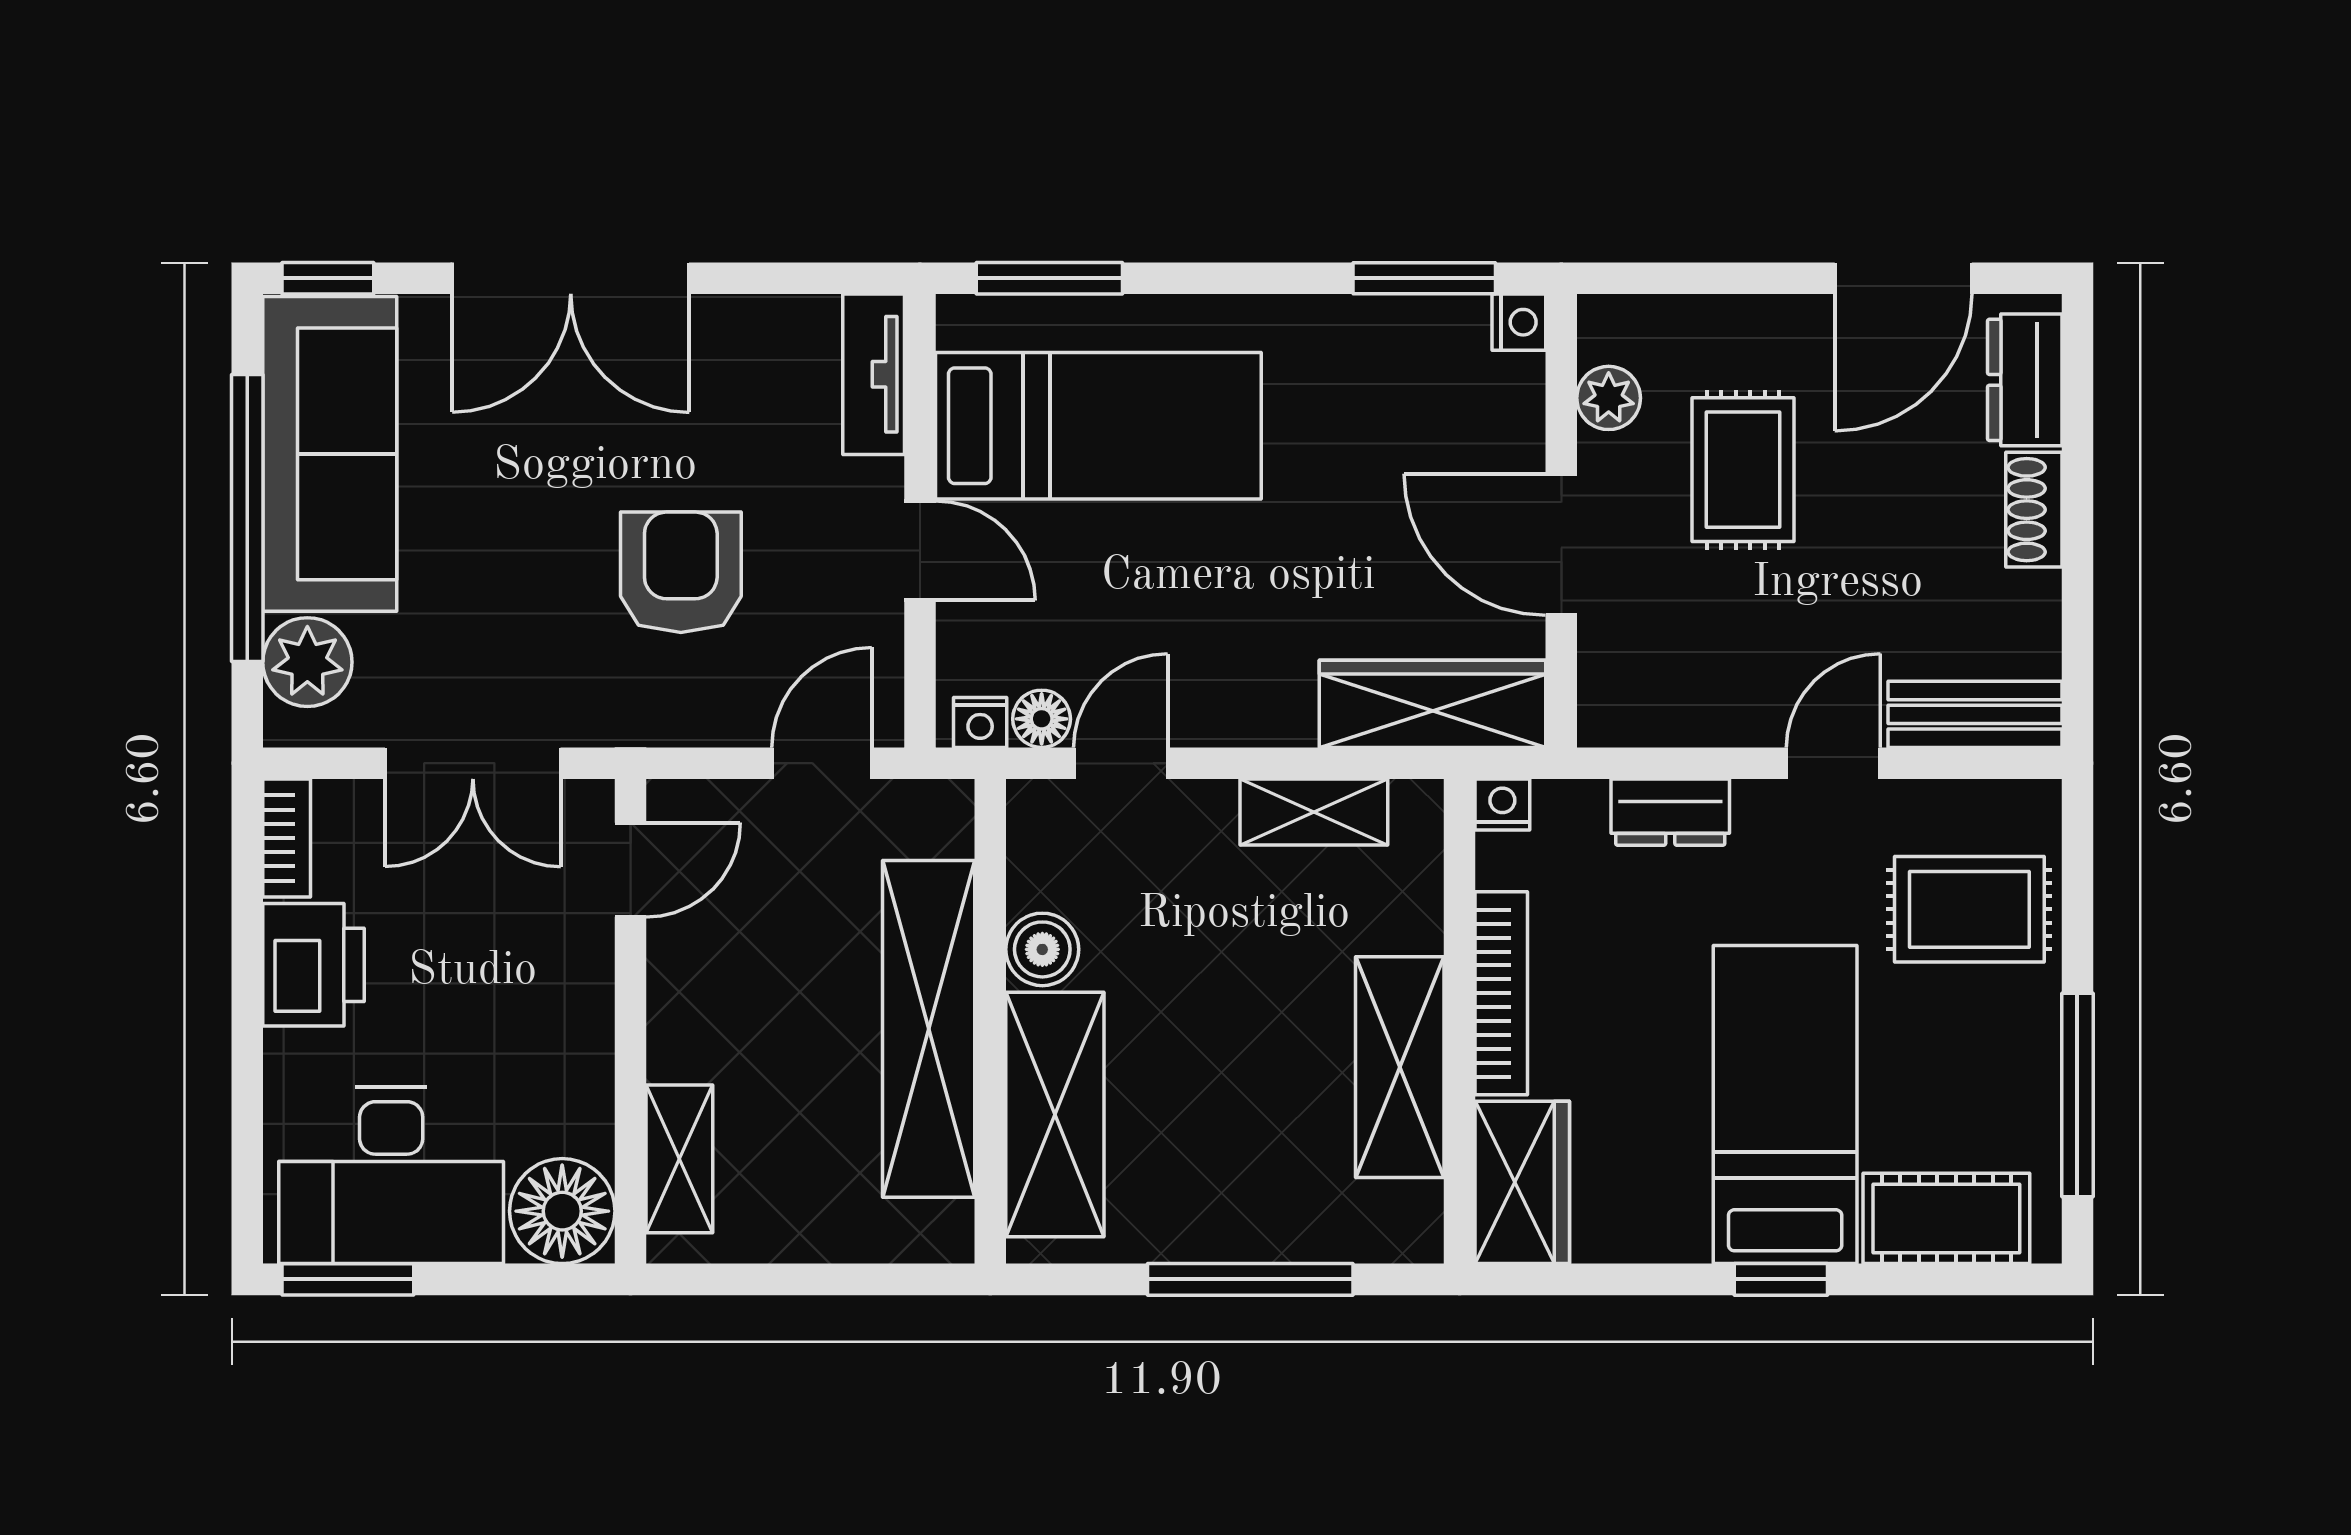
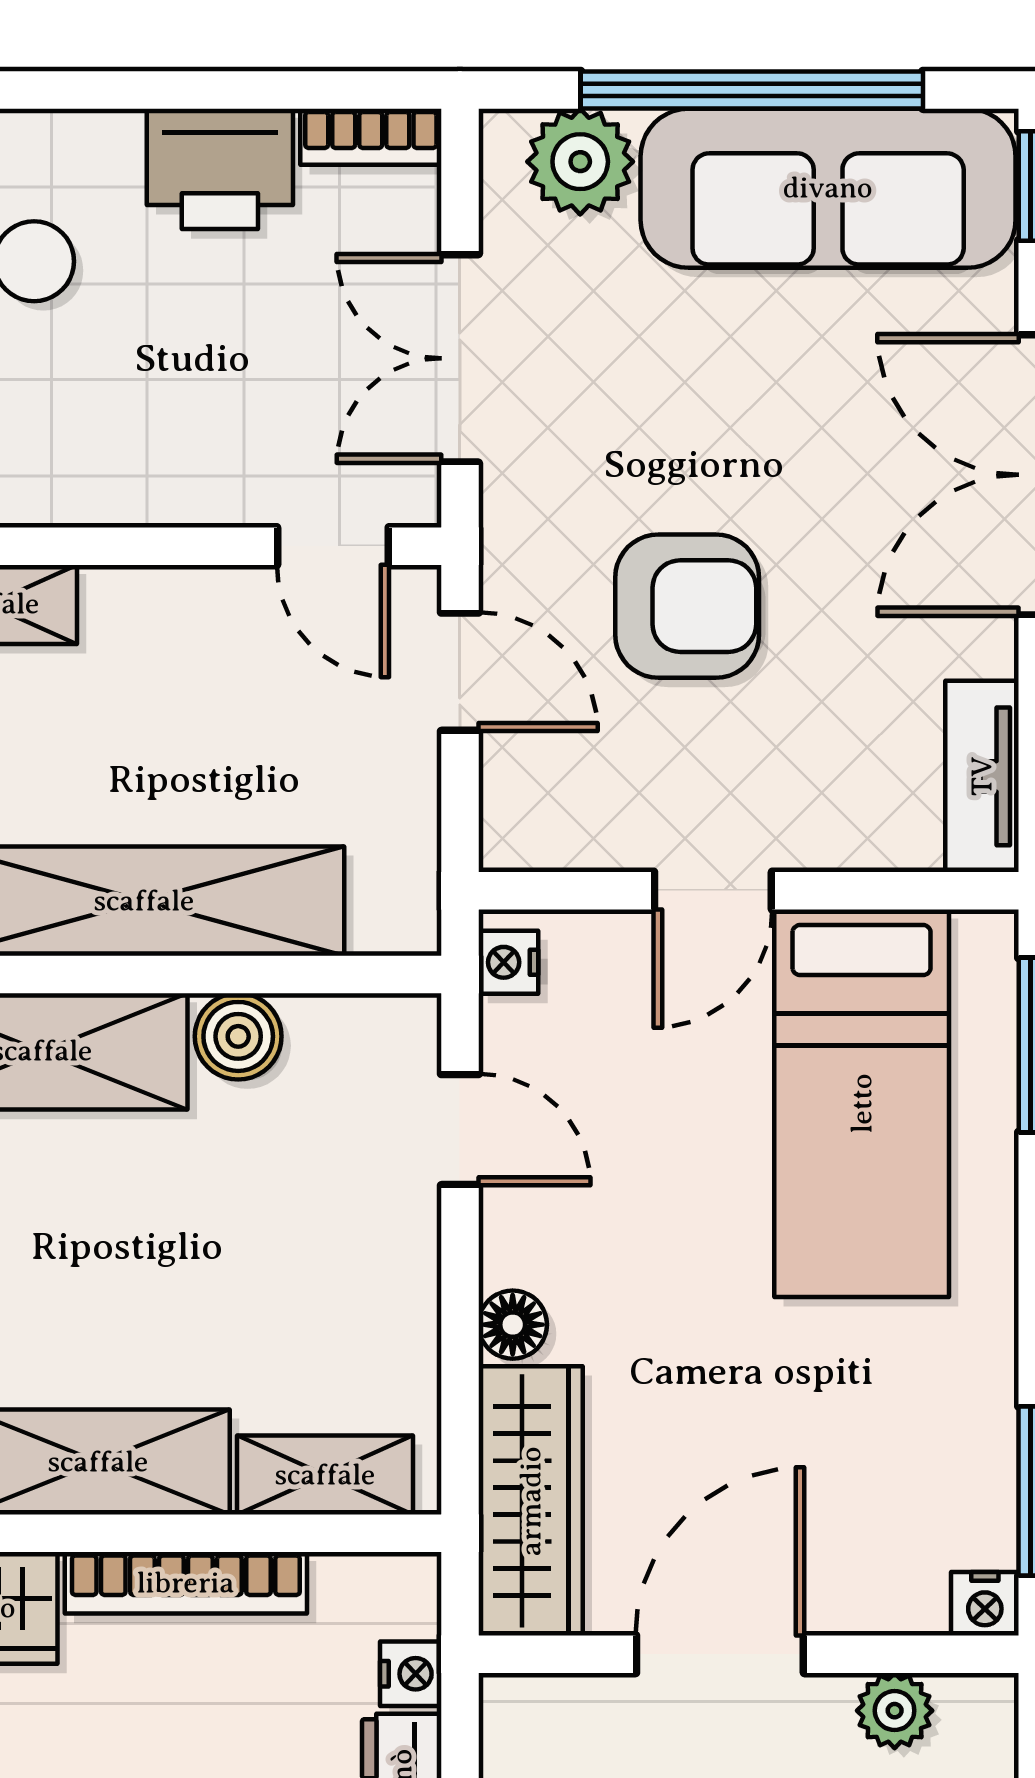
tv unit: (874, 374) -> (982, 776), moved, turned -90
floor lamp: (1042, 719) -> (513, 1325), moved
door: (822, 763) -> (460, 672), moved
nightstand: (1502, 804) -> (411, 1674), moved
shelving: (1314, 812) -> (325, 1475), moved, turned 90

